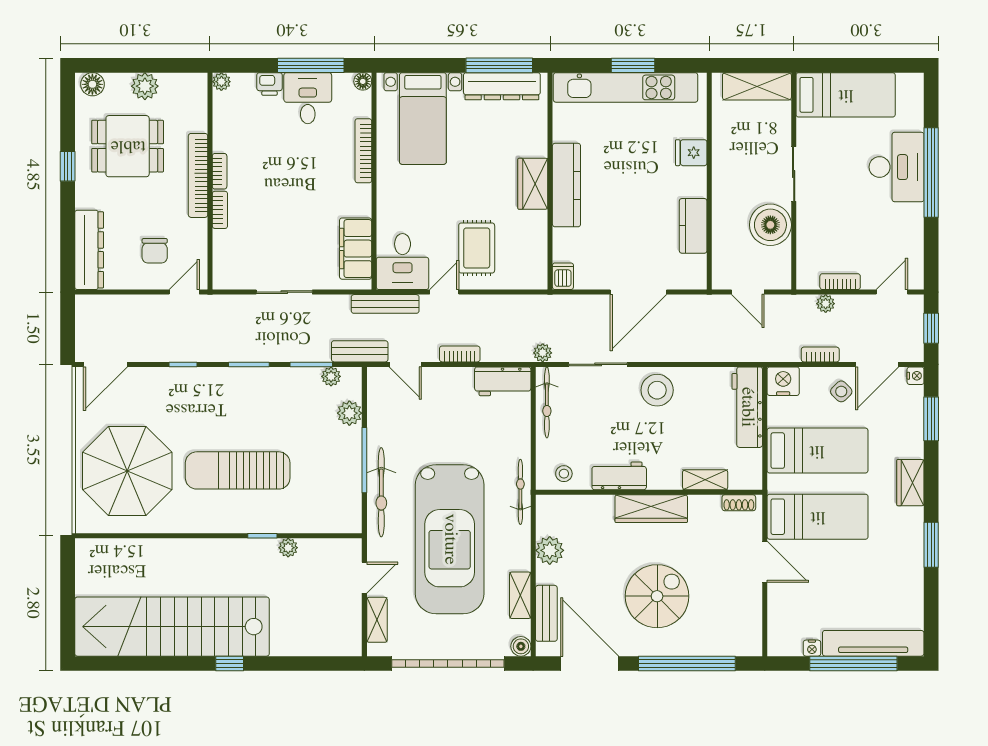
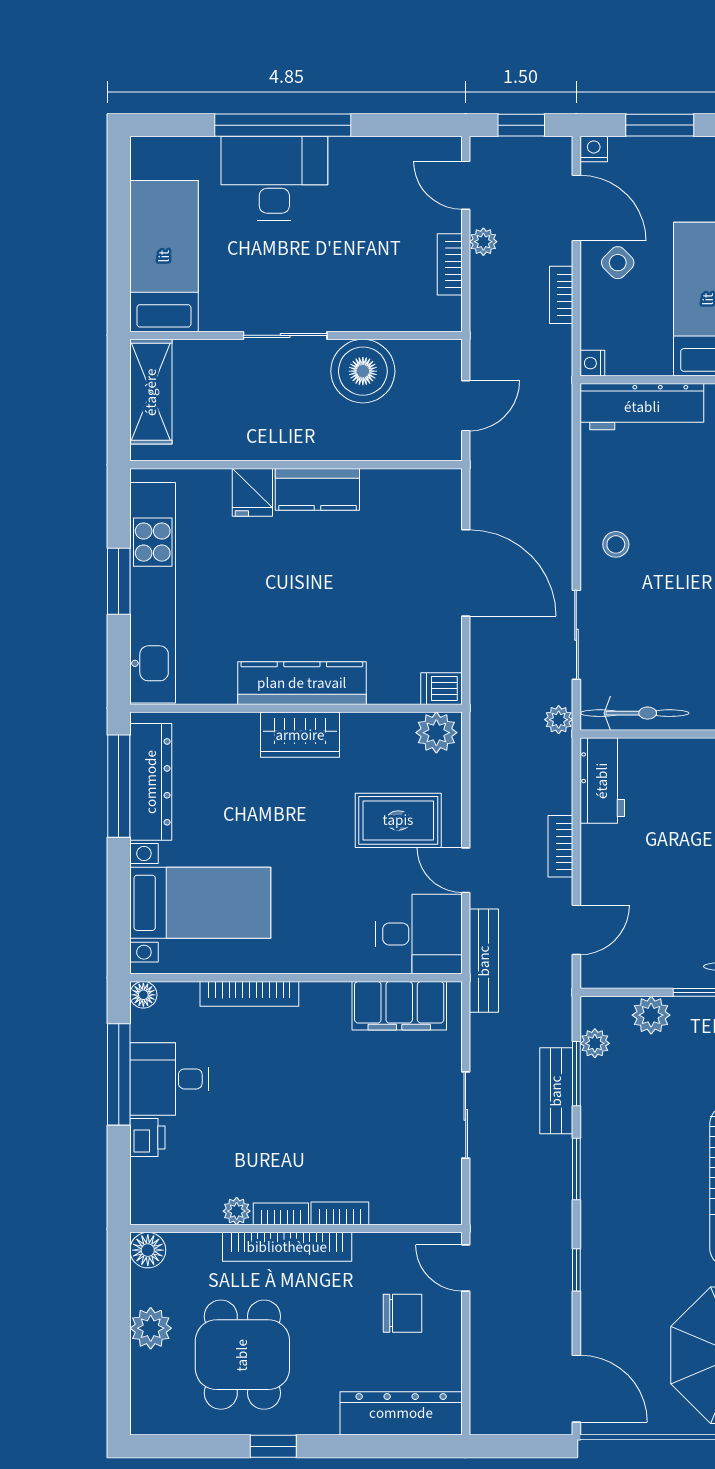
plant: (221, 82) -> (237, 1211), moved
floor lamp: (92, 84) -> (148, 1250), moved
kitchen counter: (693, 226) -> (317, 489), moved
plant: (534, 273) -> (436, 733), added
plant: (826, 304) -> (483, 242), moved
bench: (360, 351) -> (556, 1091), moved
nightstand: (783, 381) -> (592, 363), width x0.53, depth x0.56
stool: (657, 390) -> (616, 544), width x0.53, depth x0.53

